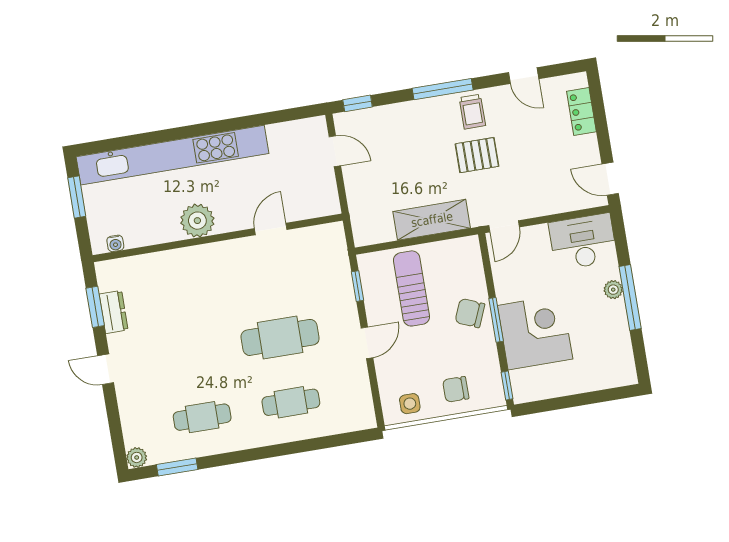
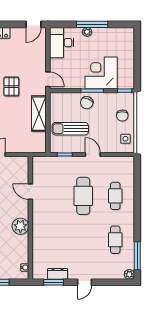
window: (177, 467) -> (137, 256), width x1.44

